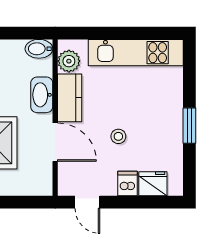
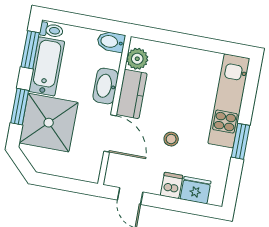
kitchen unit: (136, 53) -> (229, 101), moved, turned 90

